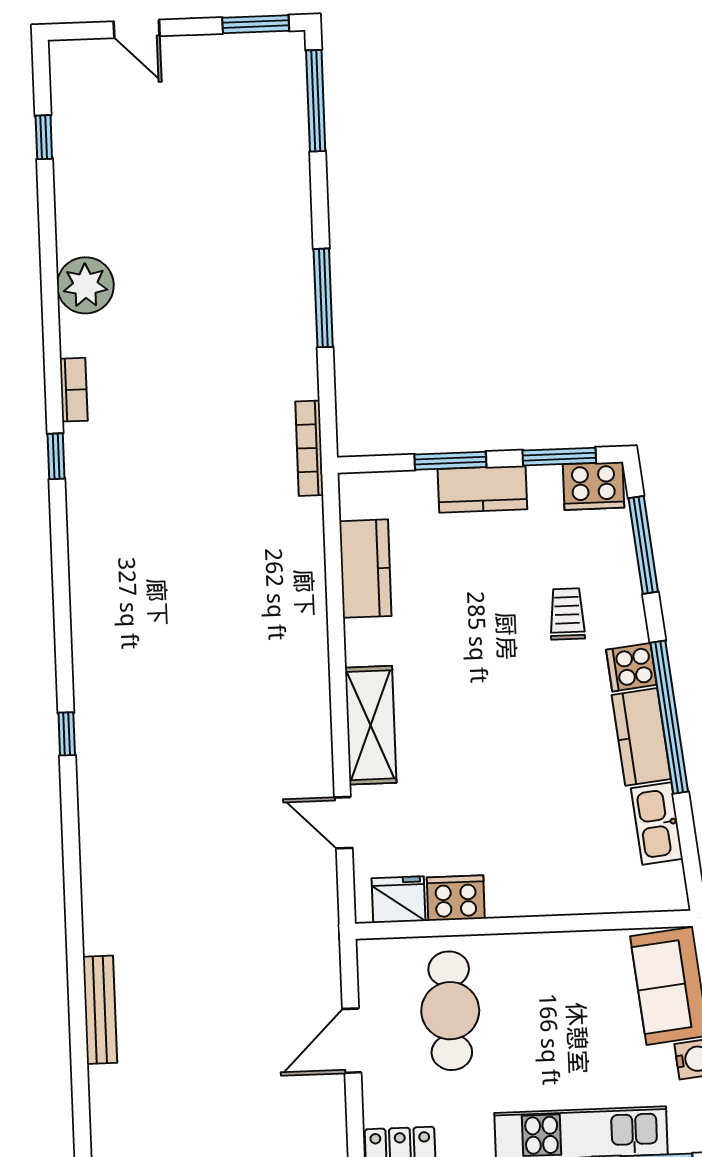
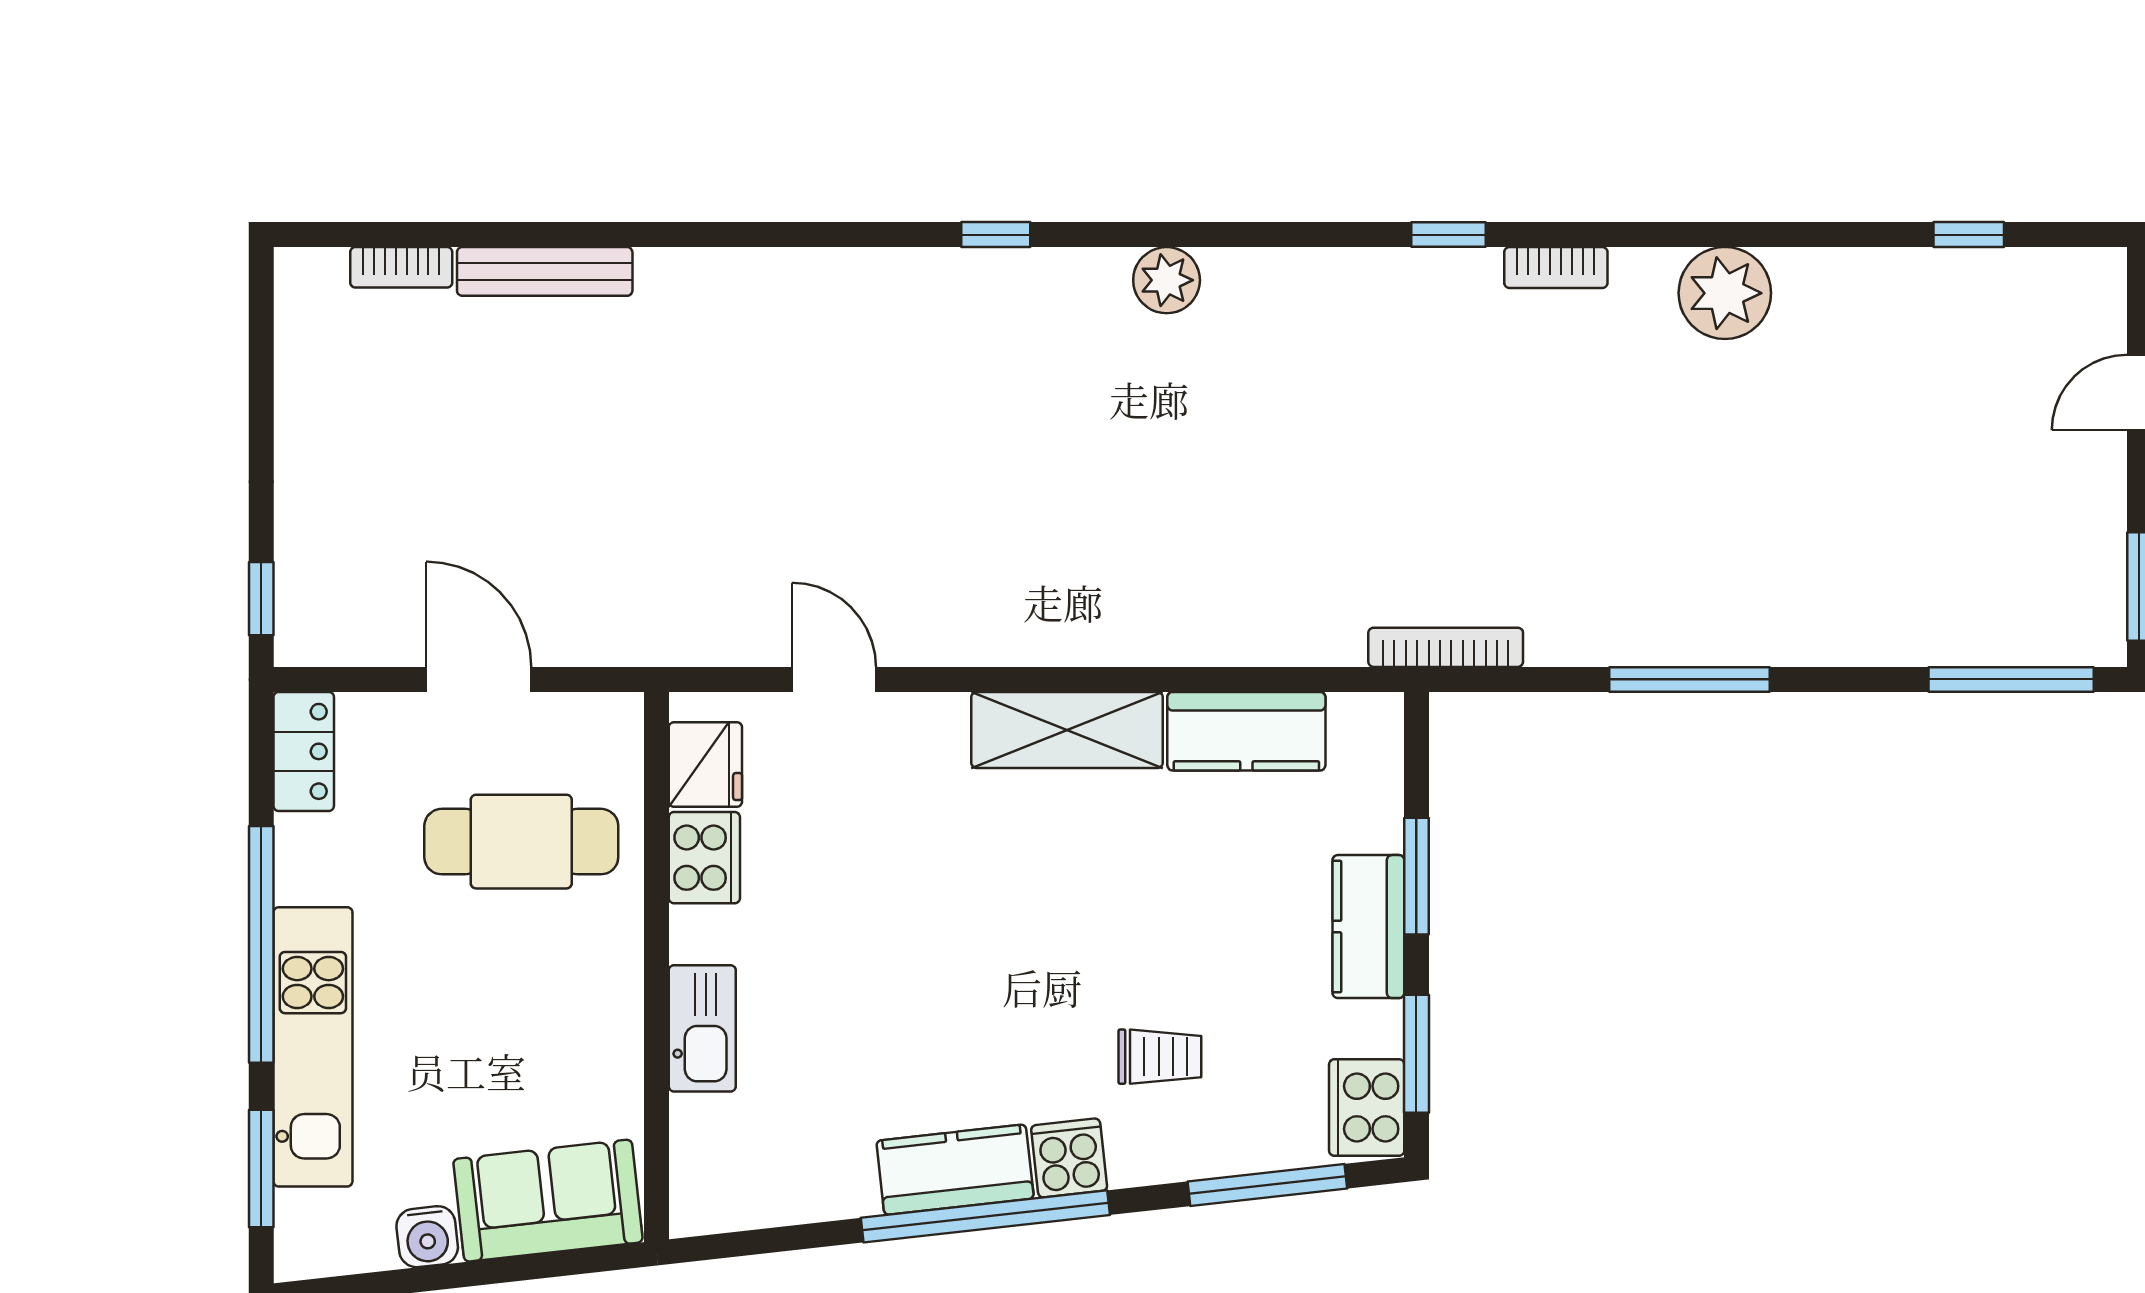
plant: (91, 628) -> (1167, 280), added
shelving: (371, 725) -> (1067, 730), moved
door: (343, 823) -> (834, 679), hinge flipped
kitchen sink: (657, 824) -> (702, 1028), moved, turned 96
bookcase: (101, 1098) -> (401, 267), added

